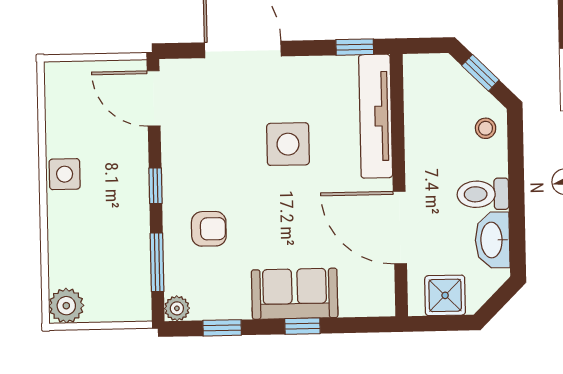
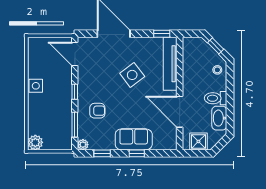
side table: (288, 144) -> (132, 75), turned -37

